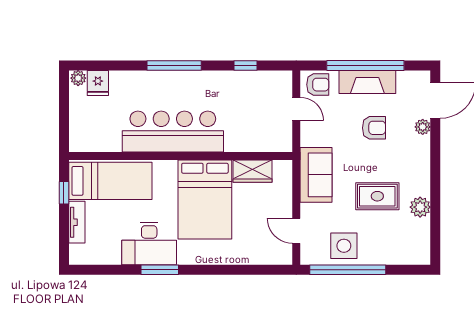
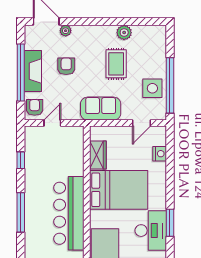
nightstand: (254, 256) -> (160, 154), added

